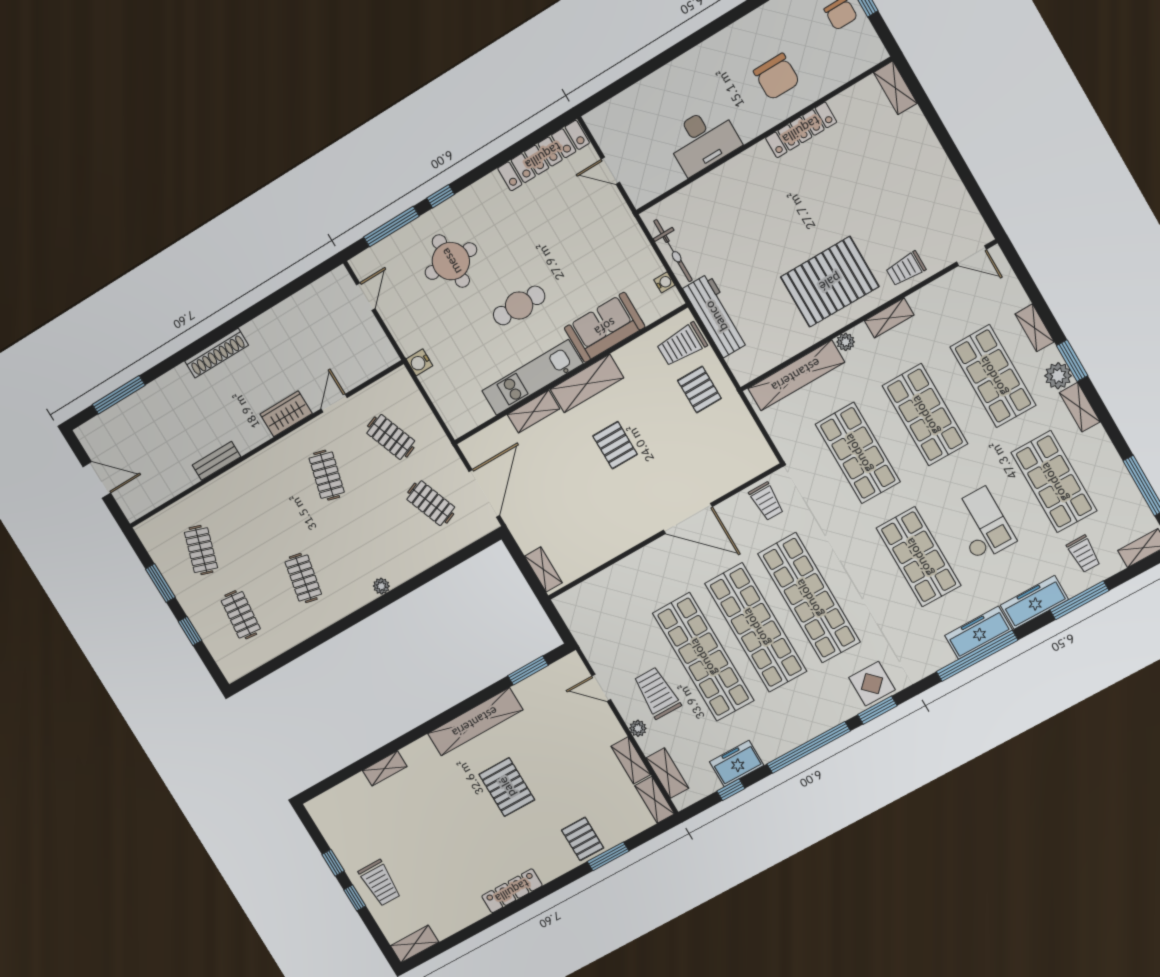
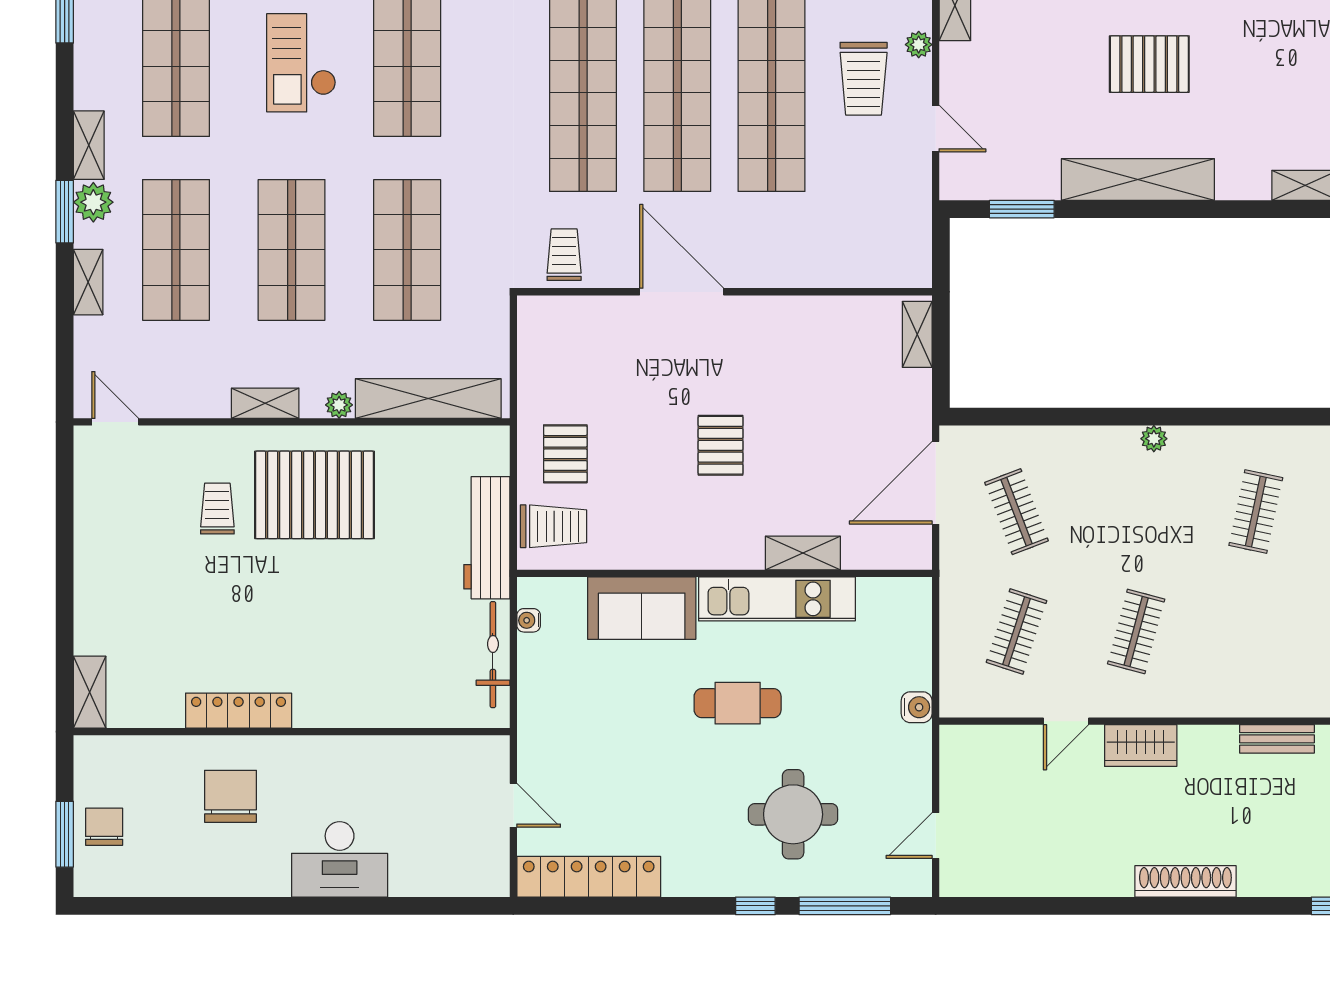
desk: (703, 140) -> (340, 859), moved, turned 180
trolley: (906, 269) -> (217, 509), moved, turned -90
shelving: (587, 383) -> (709, 548), removed
clothes rail: (391, 437) -> (1017, 631), turned 39
pallet: (507, 787) -> (1149, 64), turned 90

